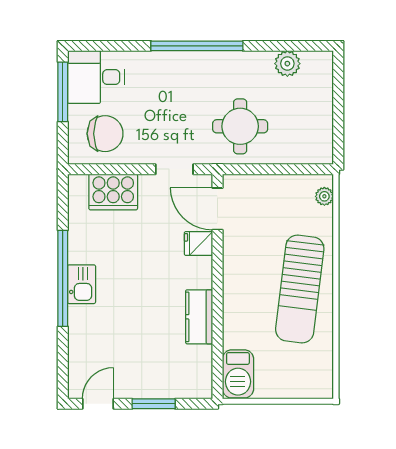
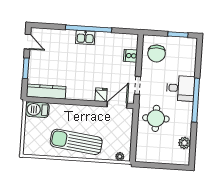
desk: (96, 77) -> (181, 88), moved, turned 90
window: (63, 92) -> (178, 34), width x0.69
cooker: (113, 192) -> (130, 56), width x0.53, depth x0.76
kitchen counter: (199, 317) -> (46, 92), moved, width x1.50

